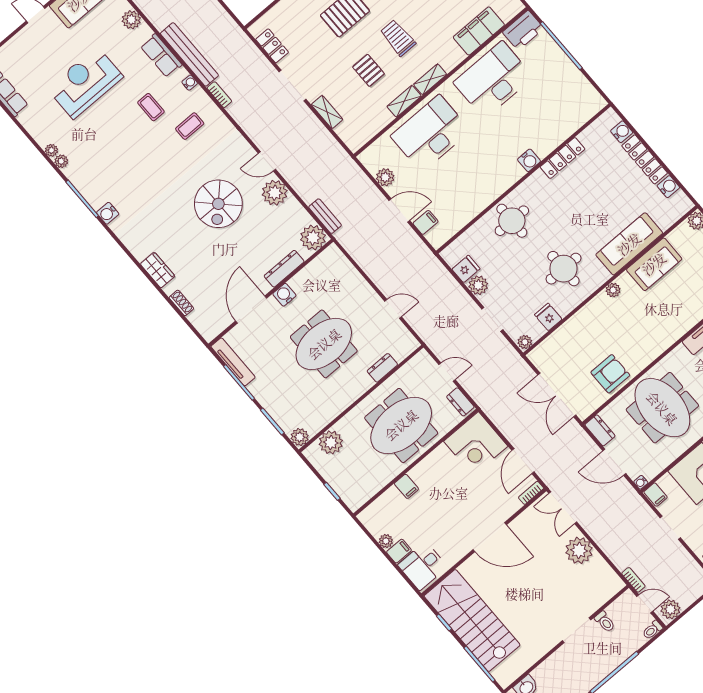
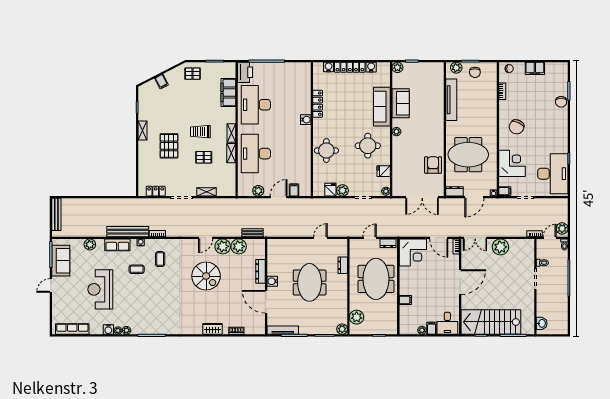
water cooler: (108, 213) -> (108, 329), moved
plant: (313, 238) -> (239, 246), moved

